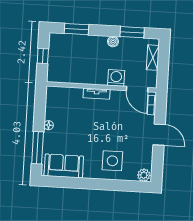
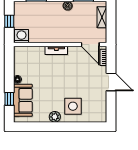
washing machine: (116, 78) -> (21, 36), moved
window: (38, 148) -> (9, 99), width x0.46
sofa: (64, 166) -> (23, 100), moved, turned 90
plant: (144, 175) -> (55, 117), moved

